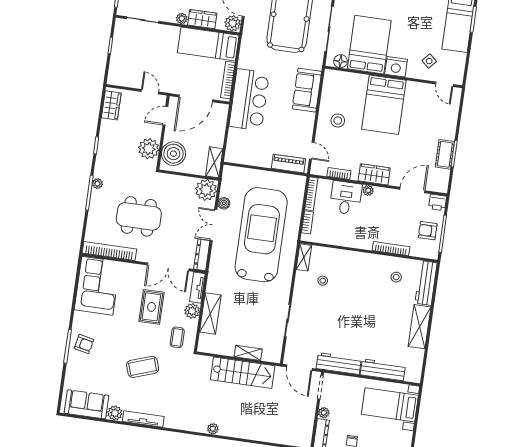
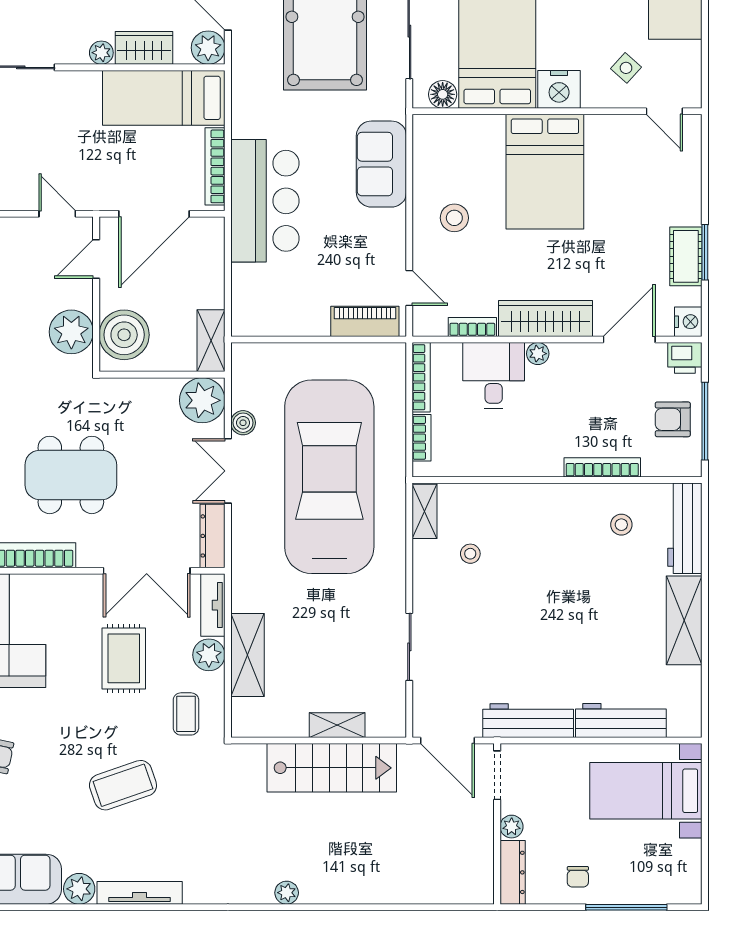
wardrobe: (374, 174) -> (546, 318), width x1.50
nightstand: (442, 185) -> (688, 322), added

